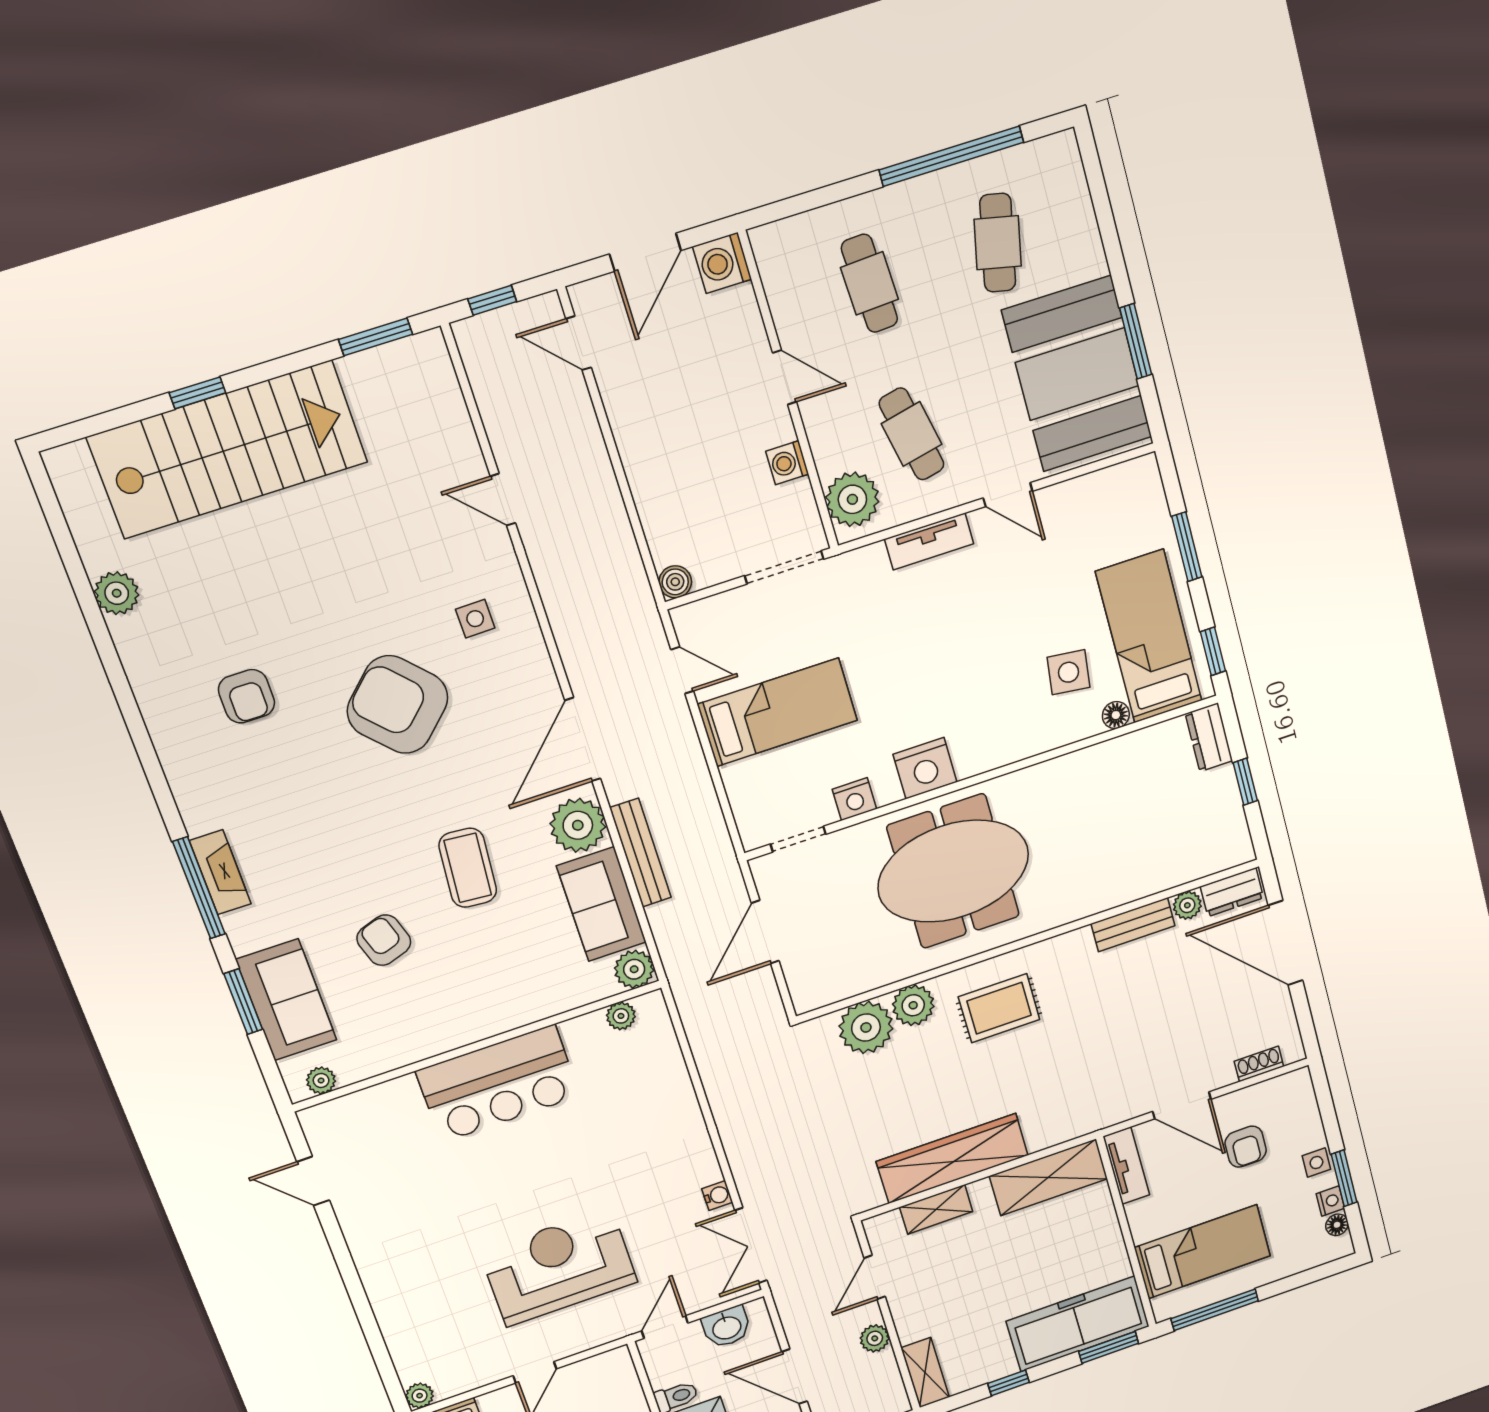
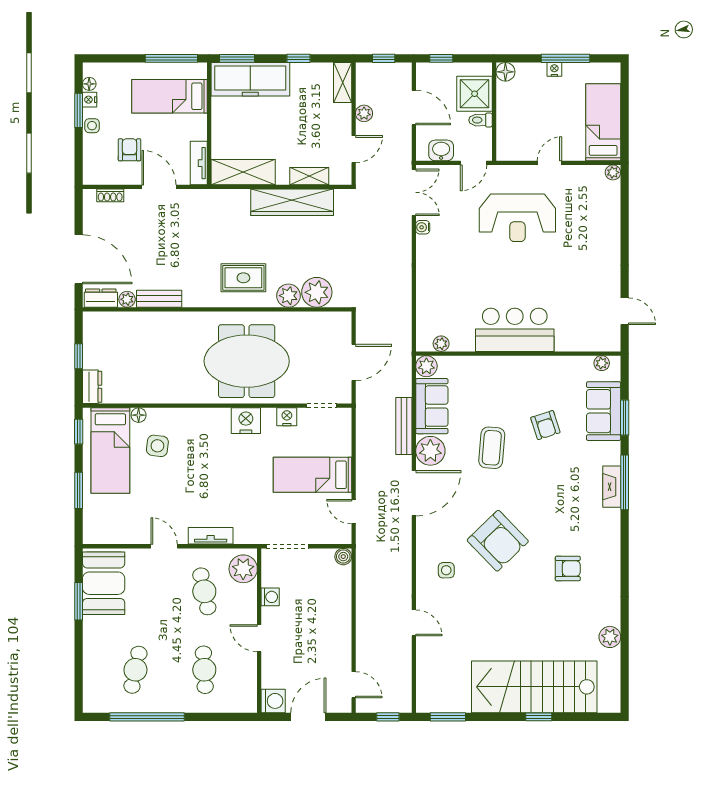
booth: (1077, 374) -> (104, 583), width x0.73, depth x0.70
armchair: (246, 696) -> (568, 569), turned 90

